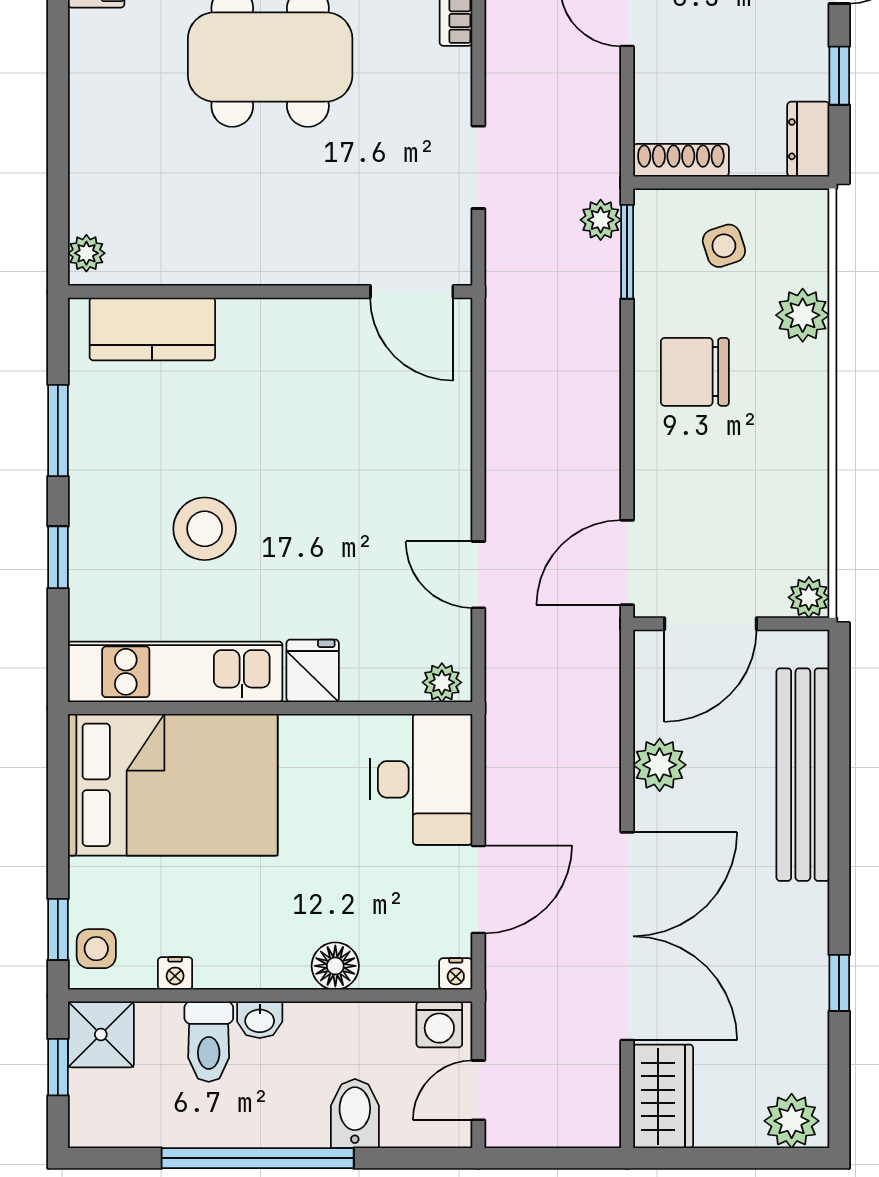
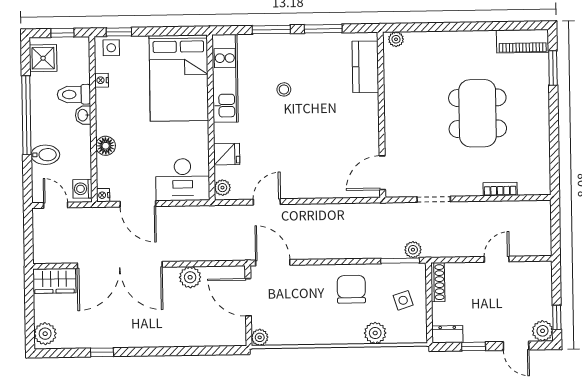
stool: (205, 529) -> (284, 89), width x0.53, depth x0.53
window: (58, 557) -> (271, 30), width x1.50
fridge: (313, 671) -> (227, 154), moved
bench: (803, 775) -> (187, 336), removed
shower: (101, 1034) -> (43, 58), moved

